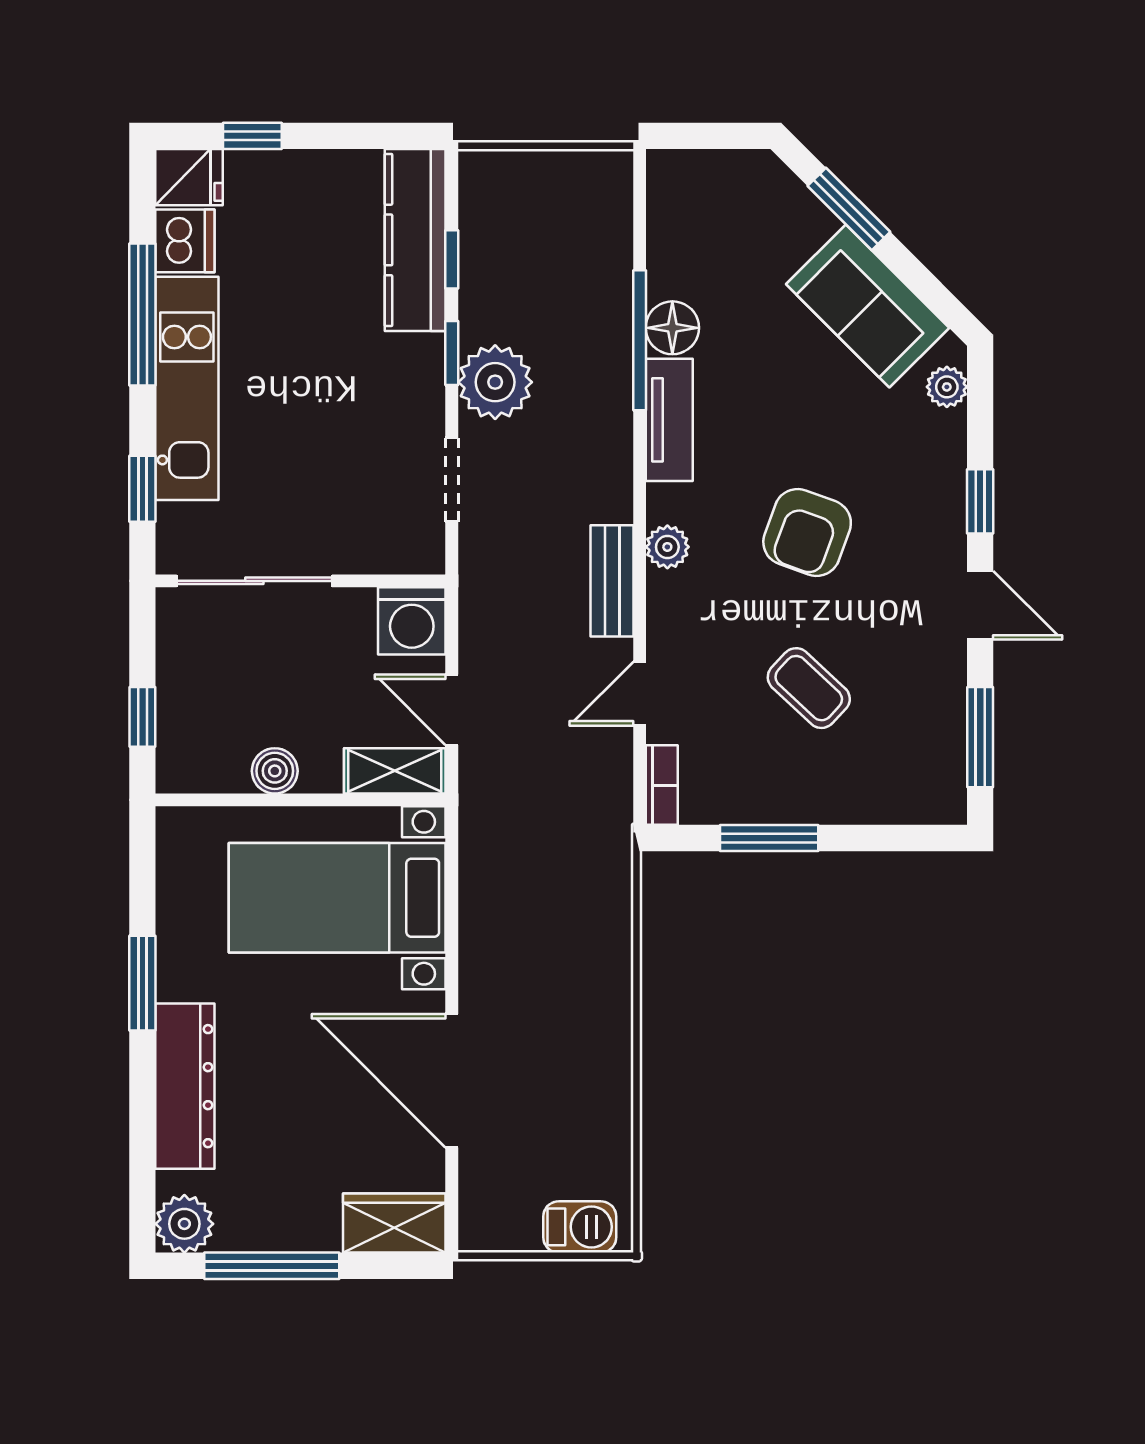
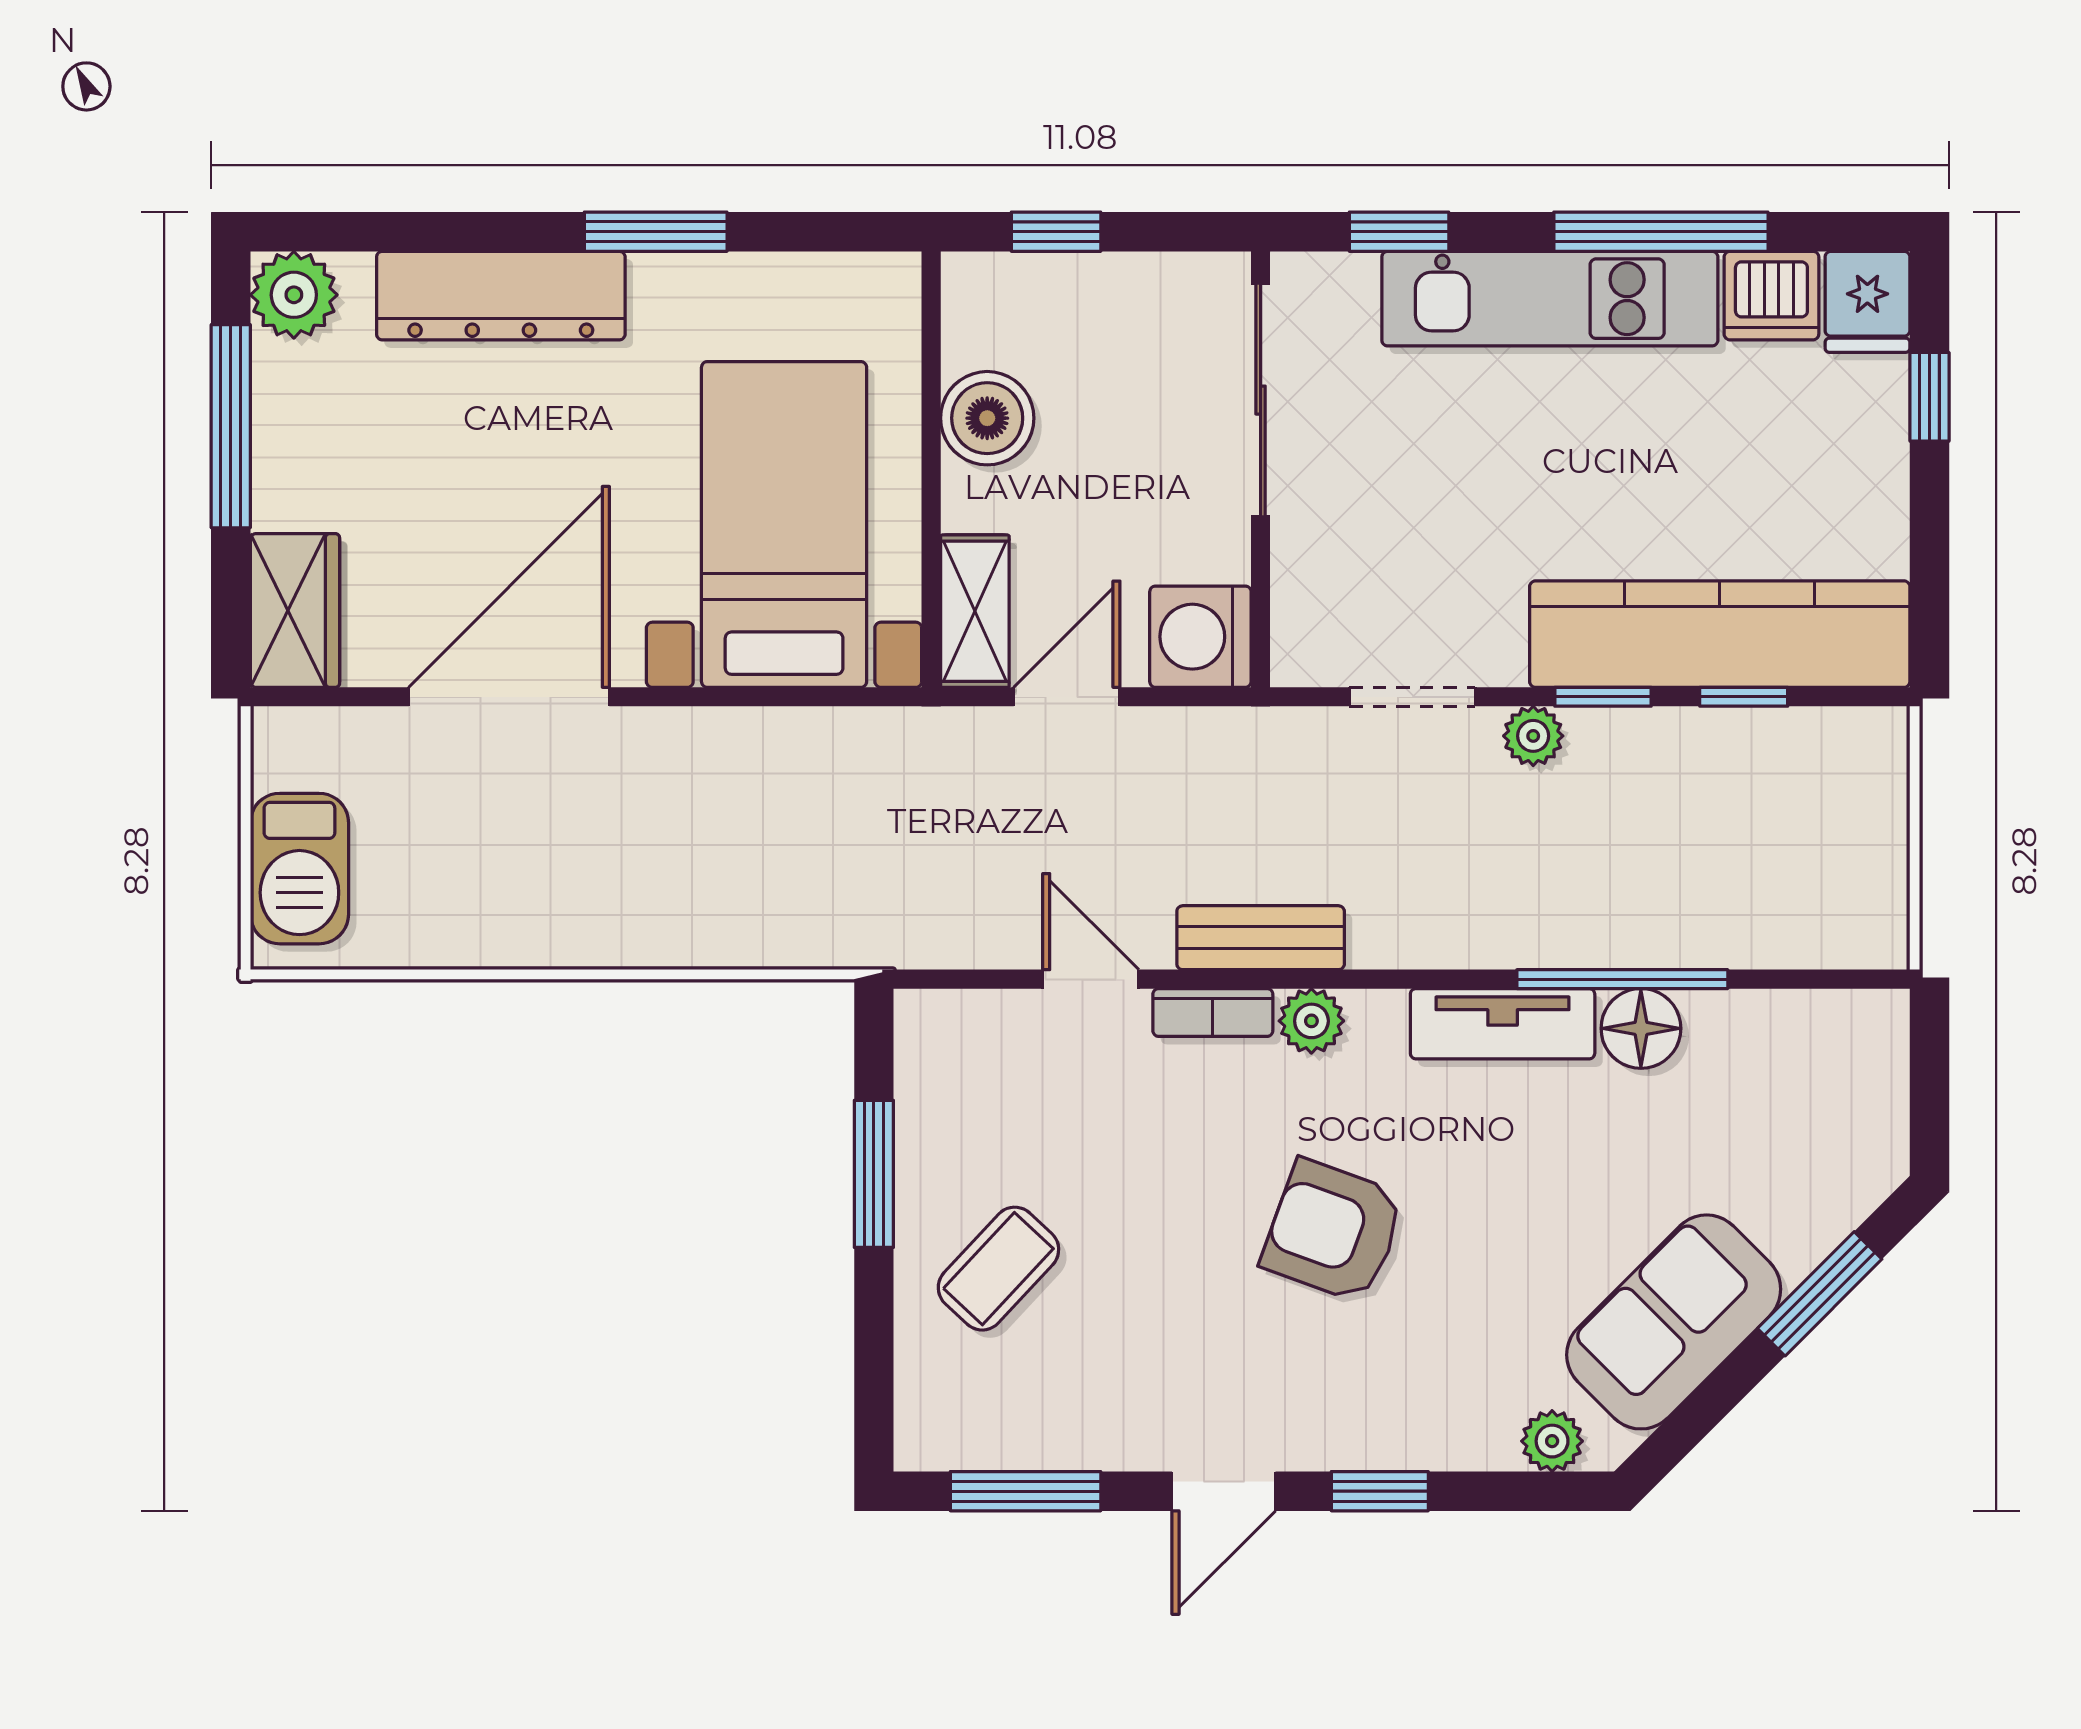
kitchen counter: (415, 240) -> (1720, 634), width x1.39, depth x1.17
plant: (495, 382) -> (1533, 736), width x0.53, depth x0.53
coffee table: (809, 688) -> (998, 1269), moved
boiler: (275, 771) -> (987, 418), width x1.36, depth x1.36
bookcase: (662, 785) -> (1213, 1012), moved
barbecue: (580, 1227) -> (299, 869), width x1.38, depth x1.27

